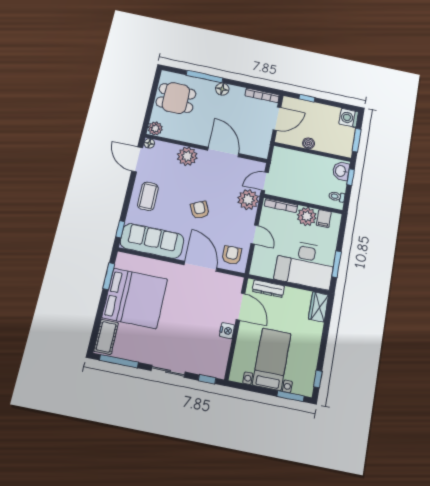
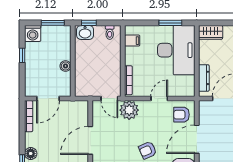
window: (307, 98) -> (22, 55), moved
door: (277, 119) -> (48, 99), swing flipped
plant: (307, 216) -> (133, 56), removed

